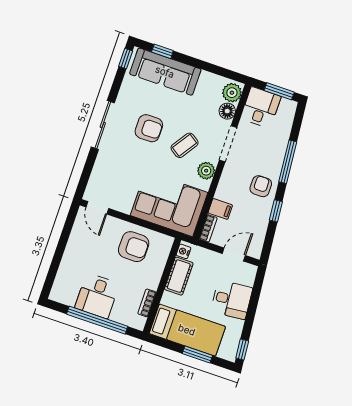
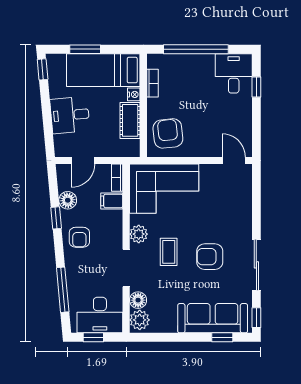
window: (279, 91) -> (93, 337), width x0.67
desk: (261, 107) -> (100, 315), width x1.37
sliding door: (103, 125) -> (256, 265), moved
coffee table: (185, 145) -> (169, 252), turned -34
window: (288, 162) -> (63, 290), moved
floor lamp: (260, 223) -> (68, 200), added
armchair: (134, 247) -> (168, 133), moved, turned 84
nightstand: (183, 251) -> (134, 94), moved
window: (54, 267) -> (256, 87), added
desk: (97, 296) -> (234, 73), moved

